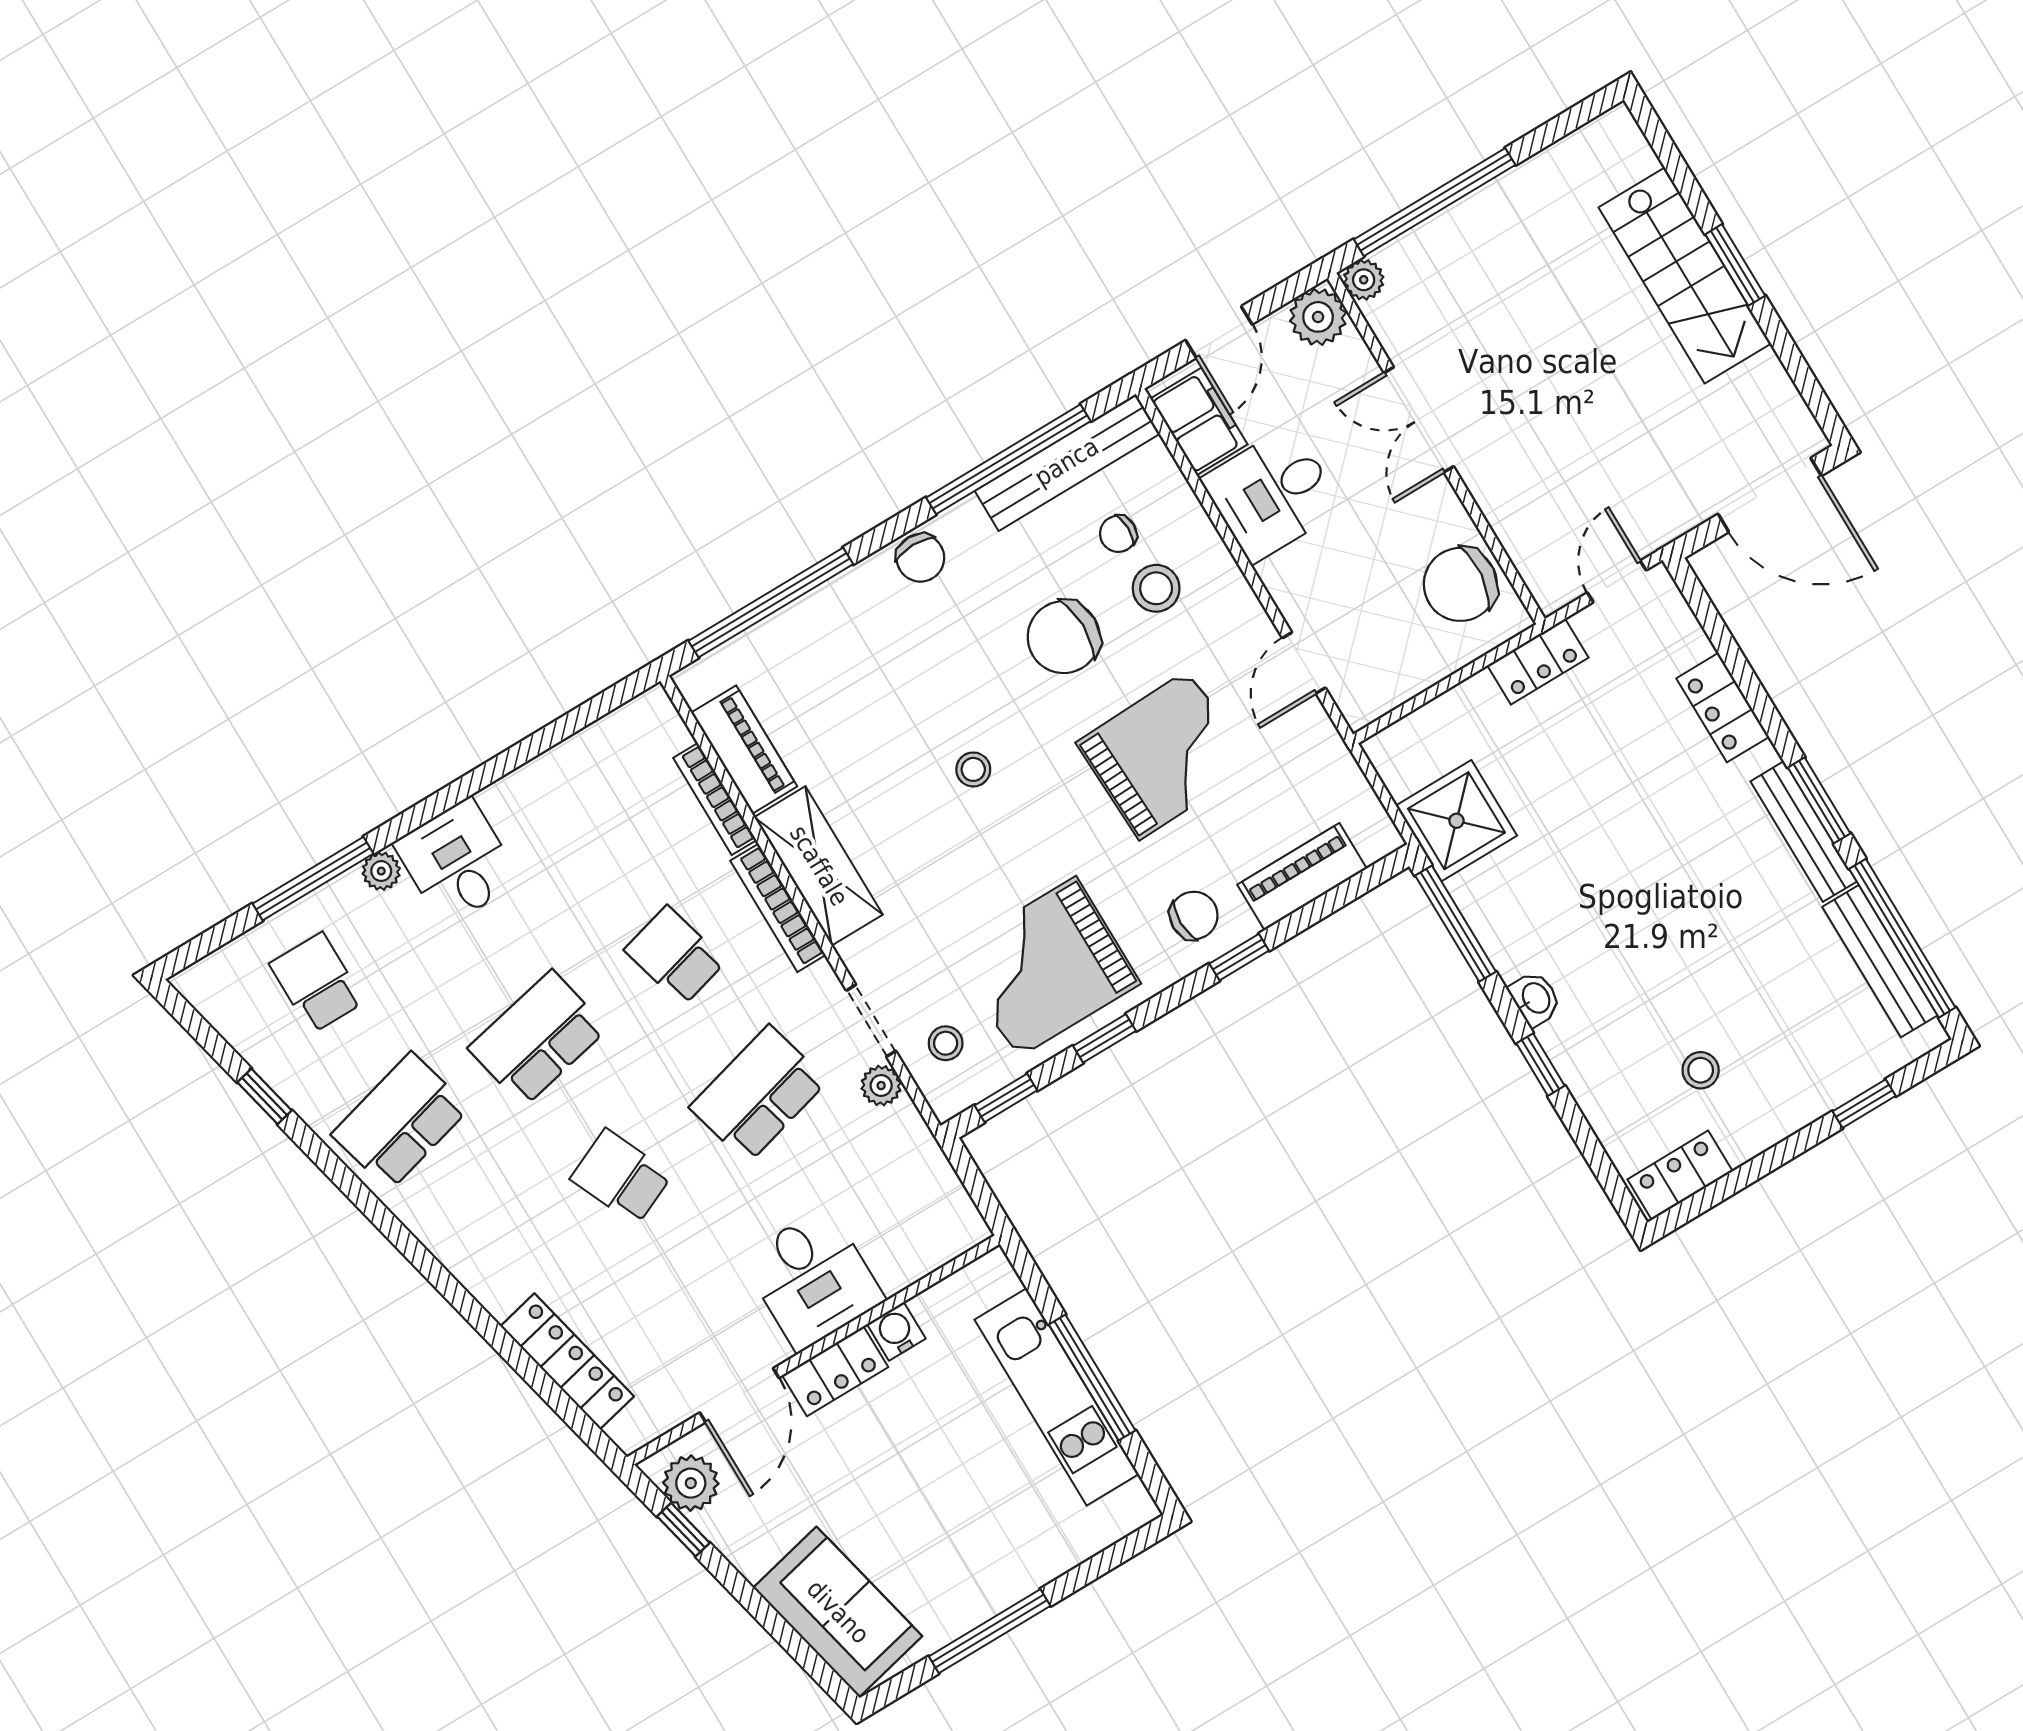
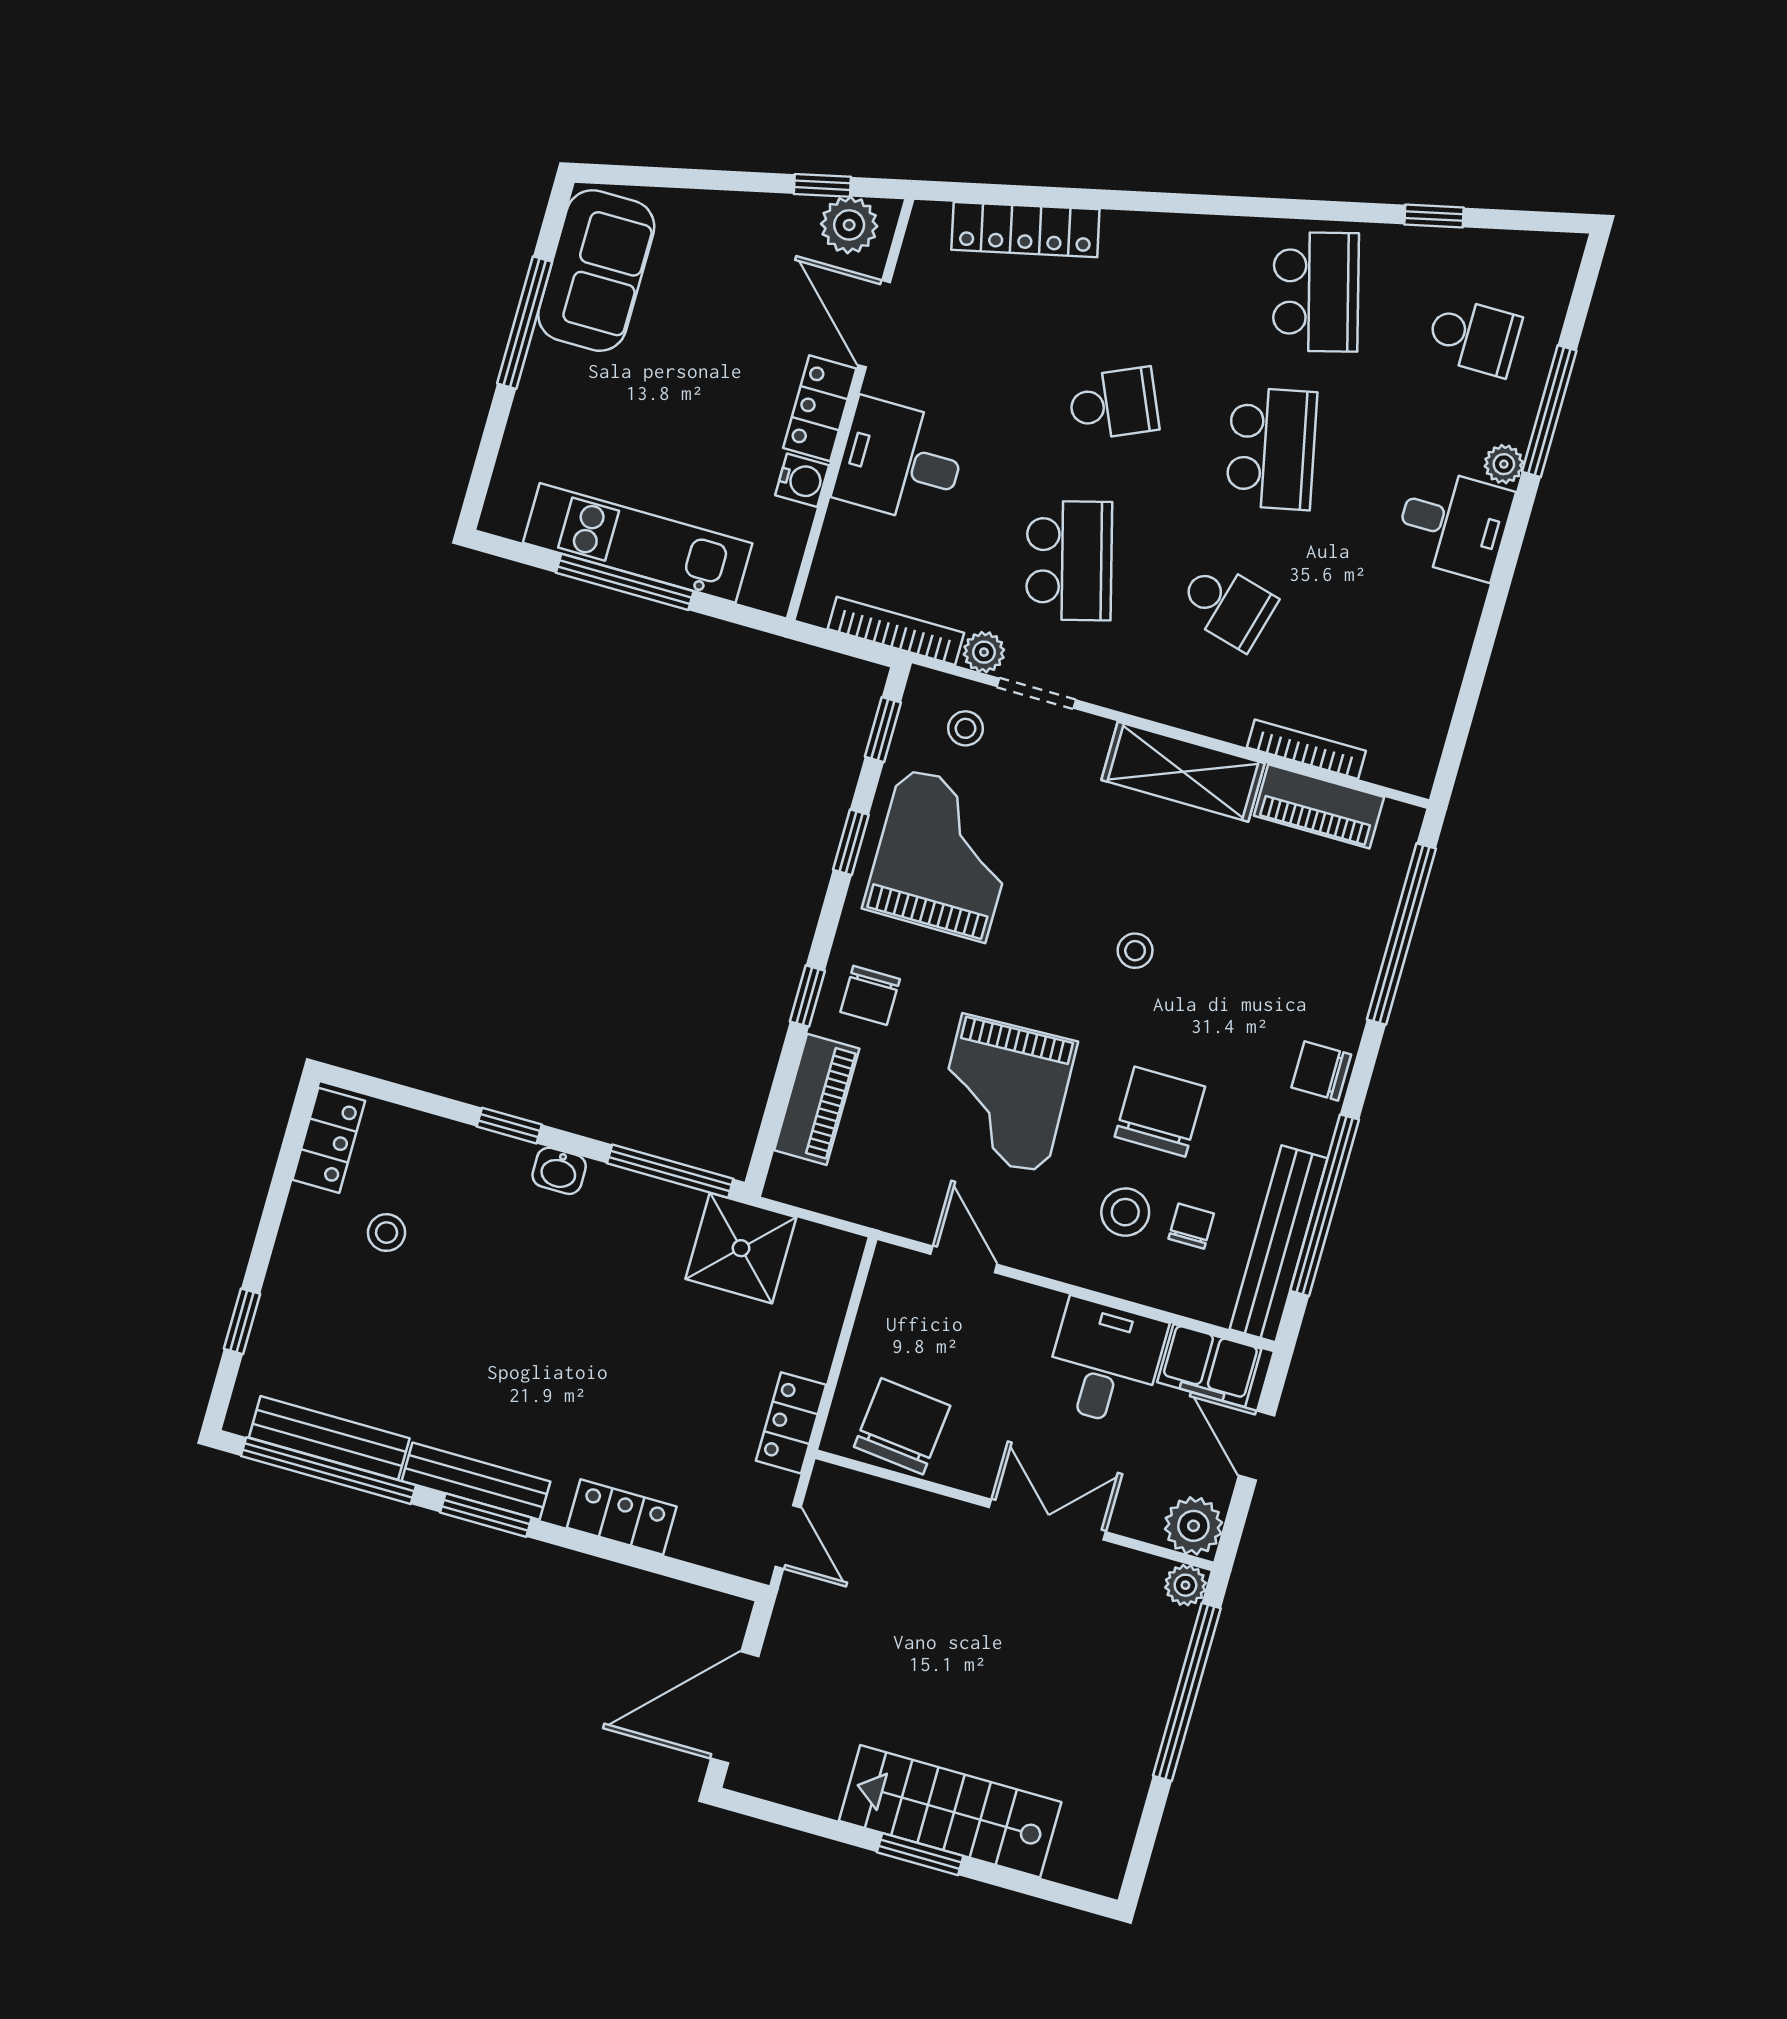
bookcase: (778, 908) -> (896, 631), moved
school desk: (675, 956) -> (1227, 605), turned 30
sofa: (838, 1612) -> (596, 271), moved, turned -77

